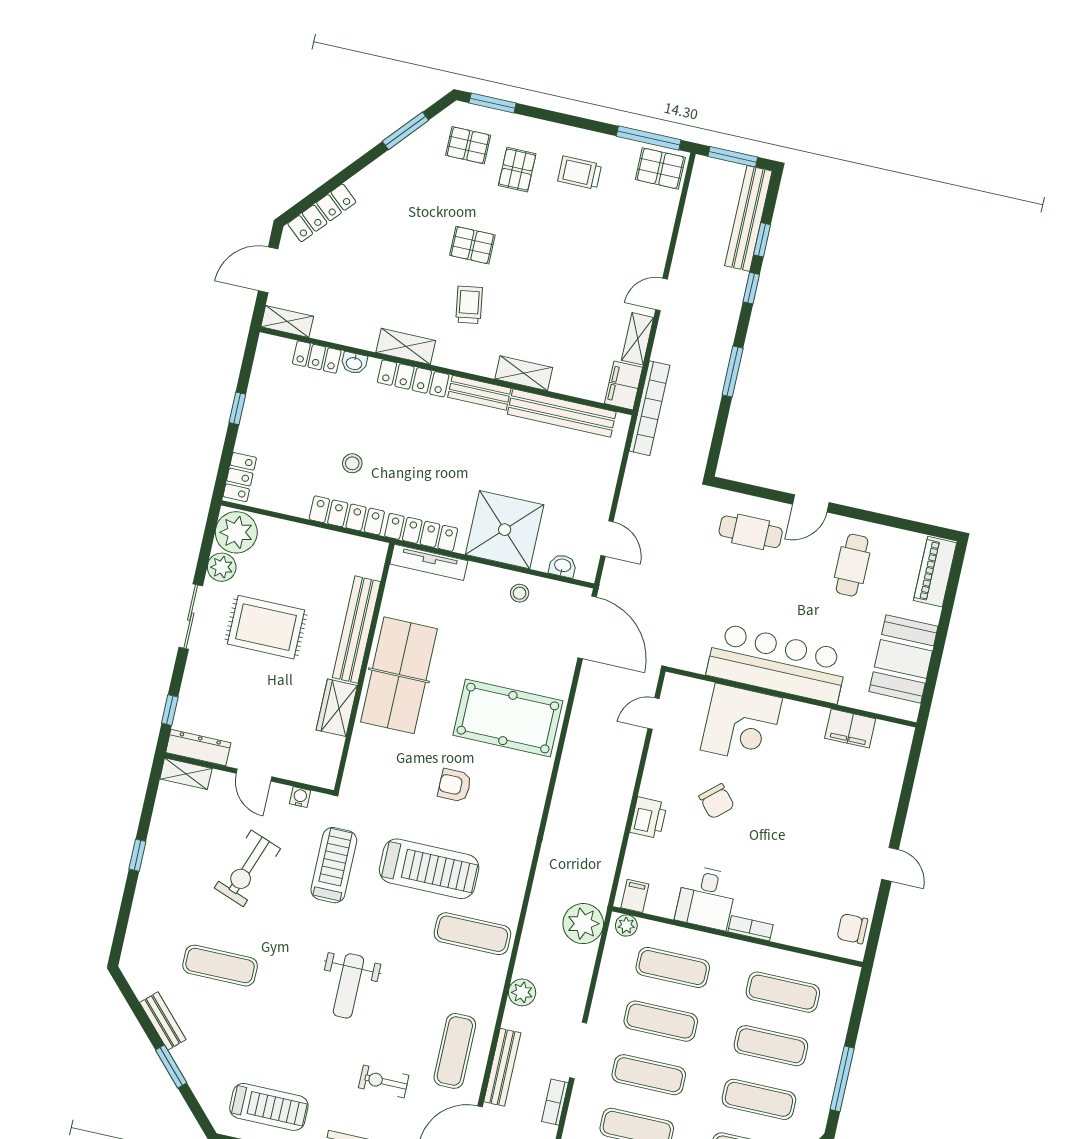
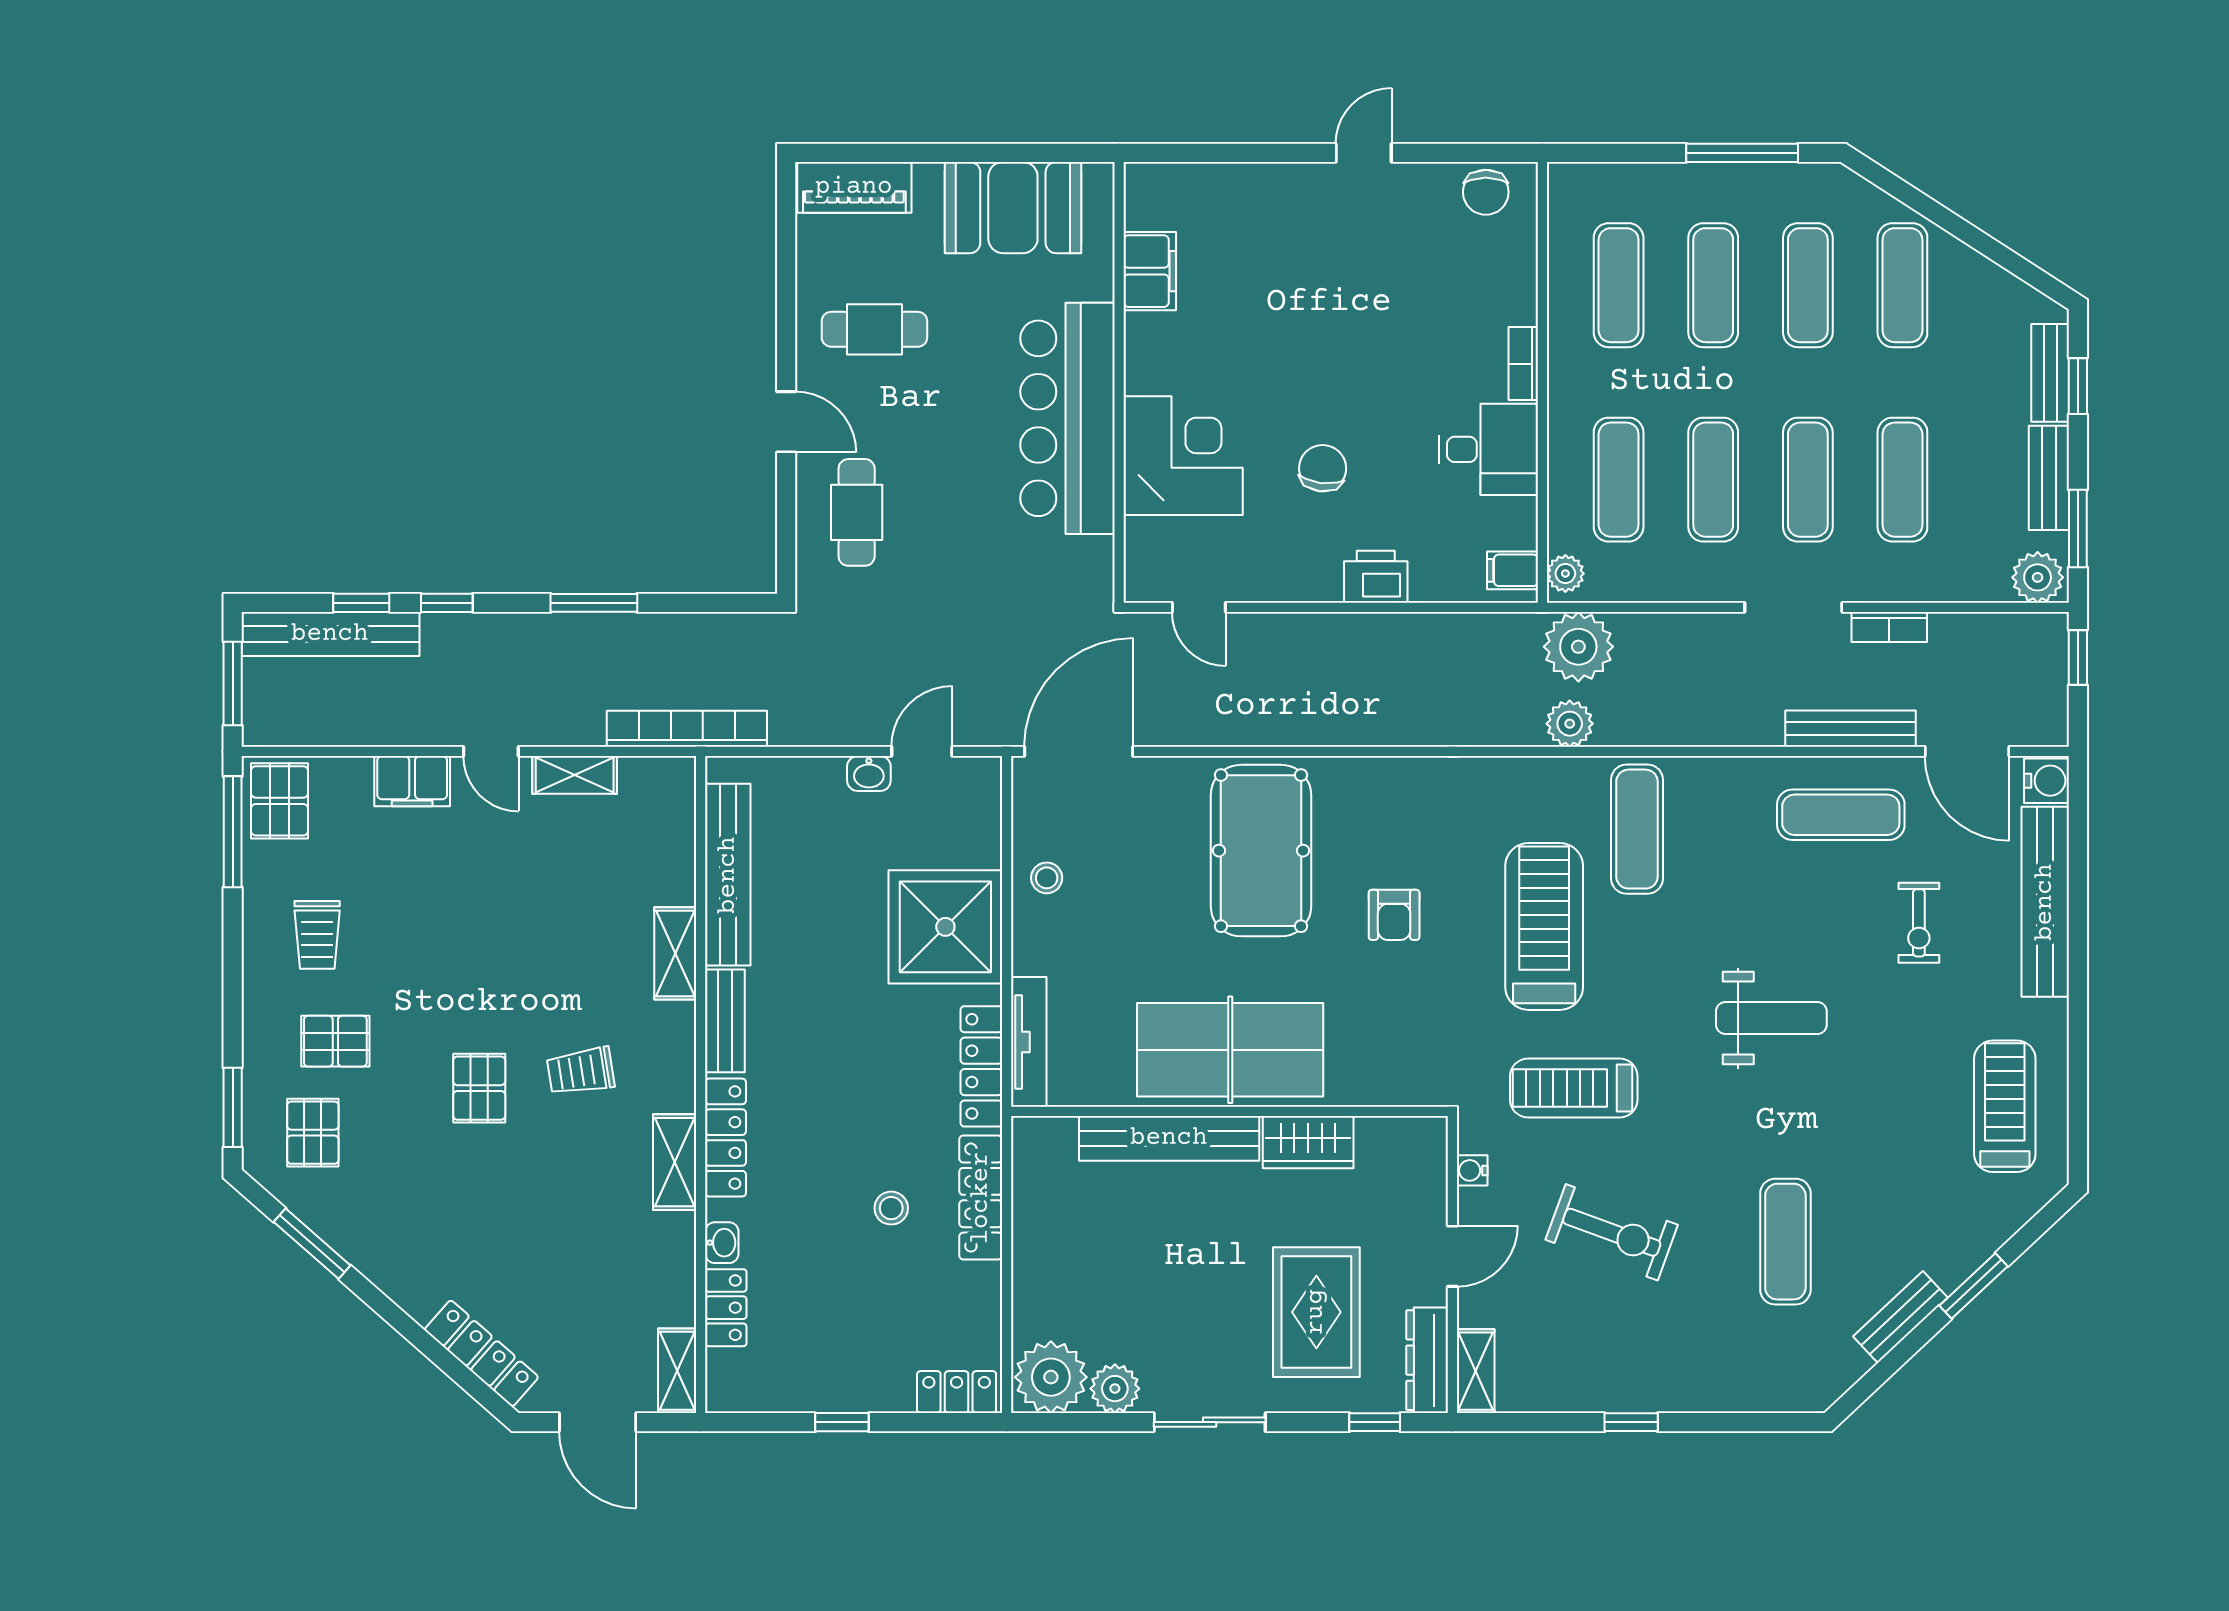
filing cabinet: (624, 385) -> (412, 781), moved
washbasin: (563, 566) -> (869, 773), moved, turned -90
rug: (266, 627) -> (1316, 1312), moved
chair: (717, 801) -> (1323, 468), turned -42
plant: (522, 992) -> (1570, 724), moved

